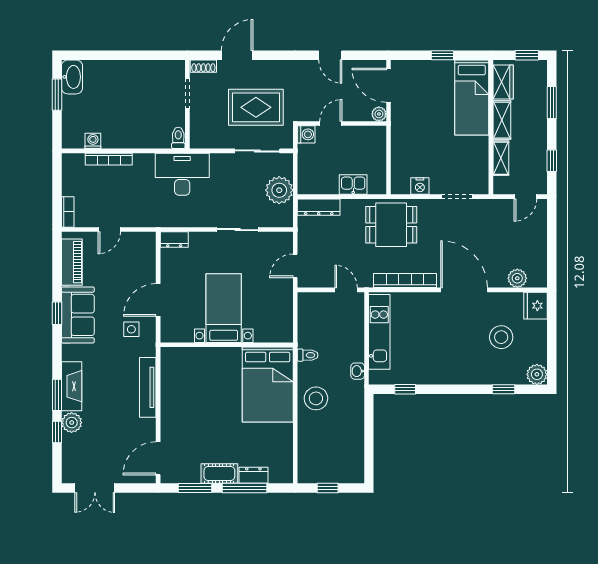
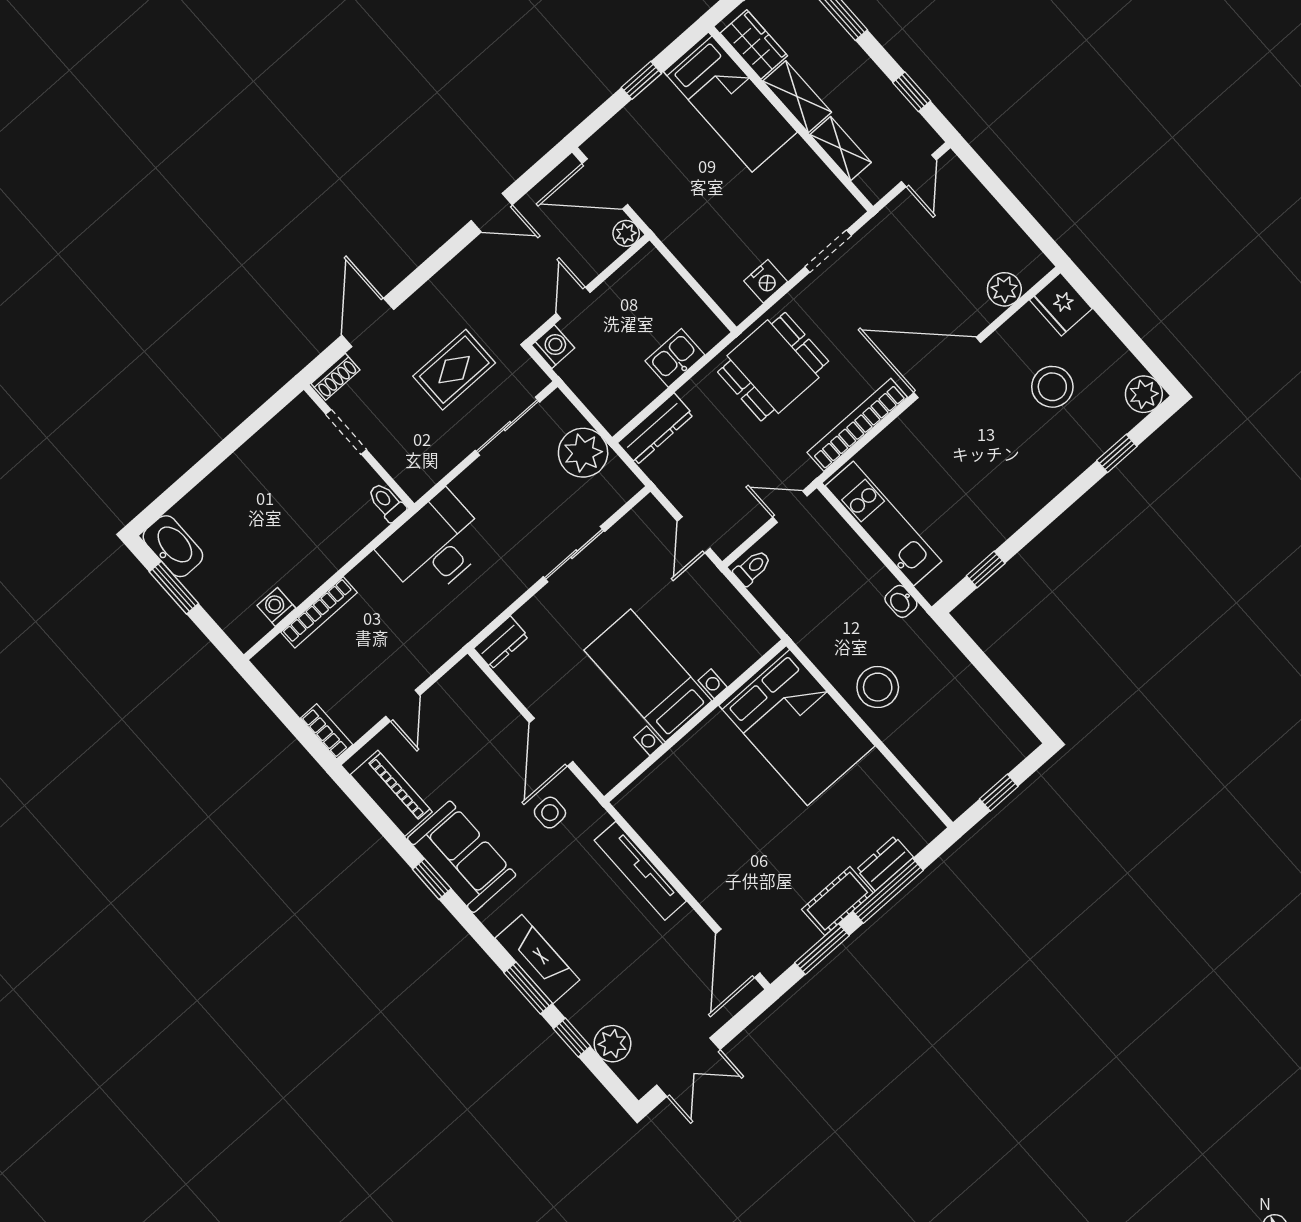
rug: (256, 107) -> (454, 370), width x0.73, depth x0.70
toilet: (308, 355) -> (752, 568), moved
plant: (72, 423) -> (612, 1044), moved

